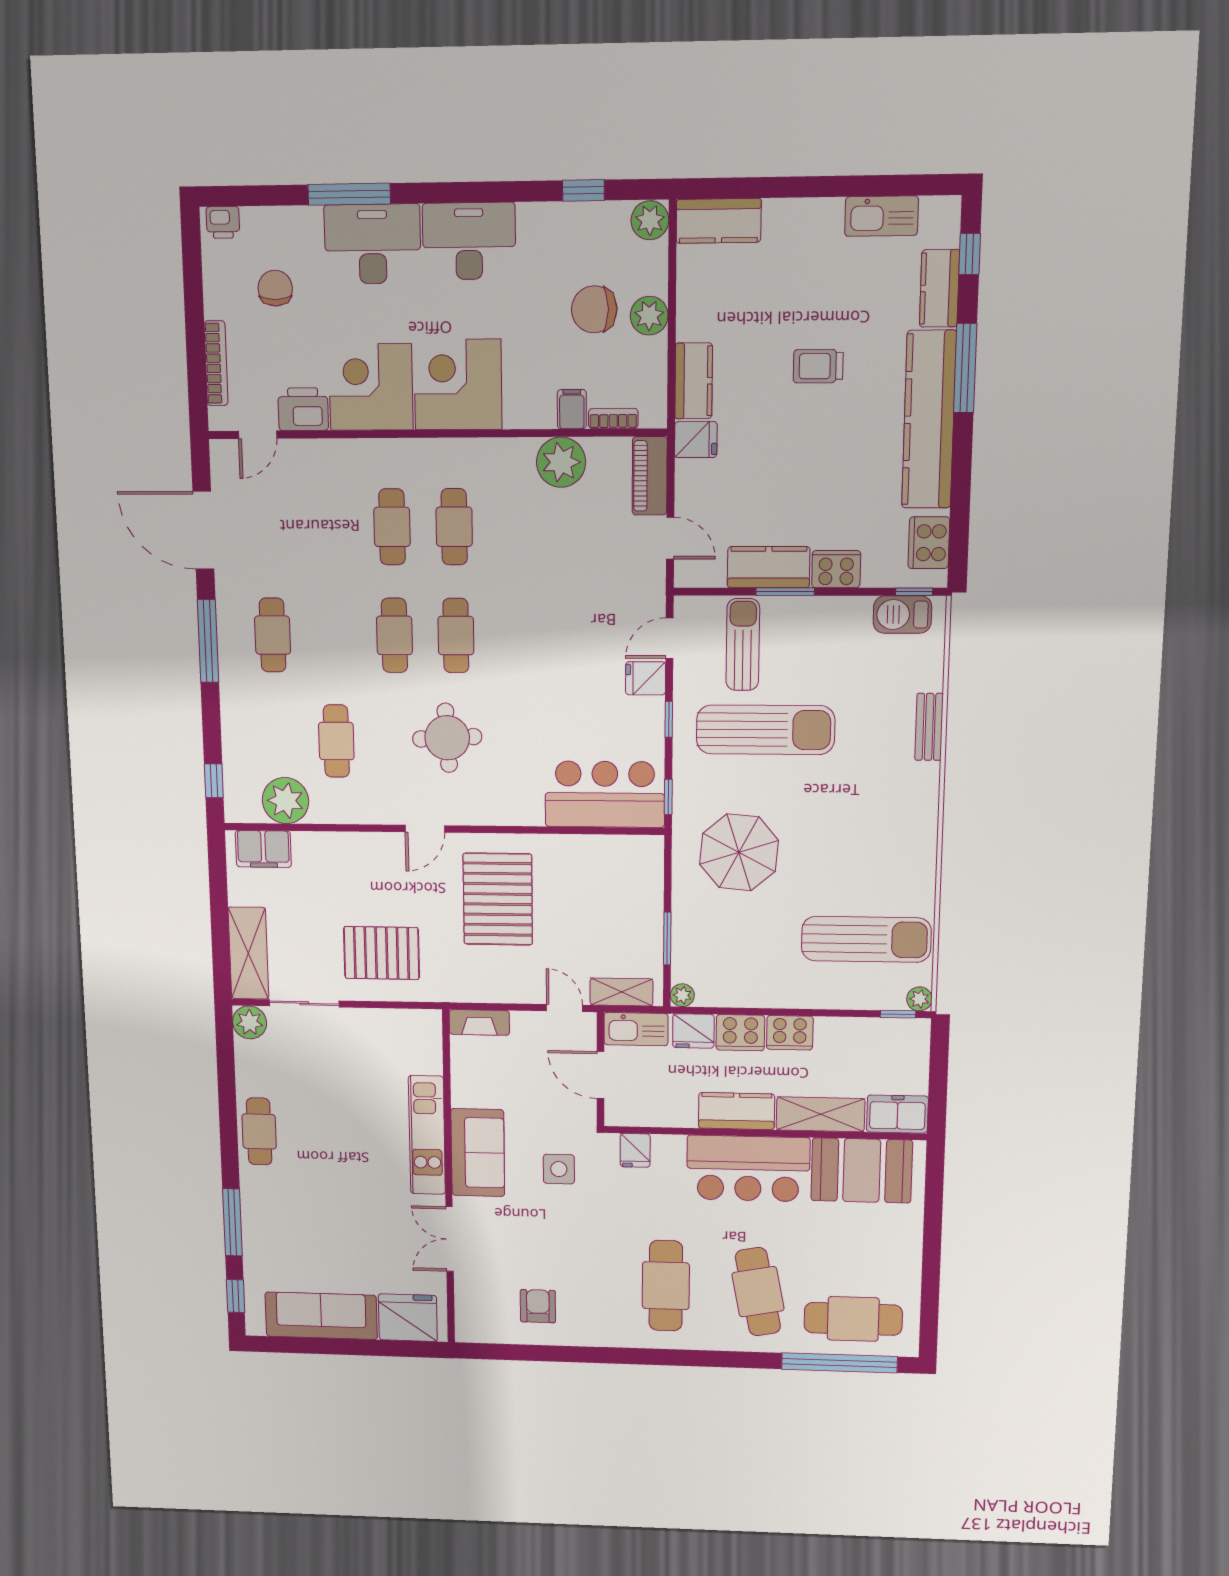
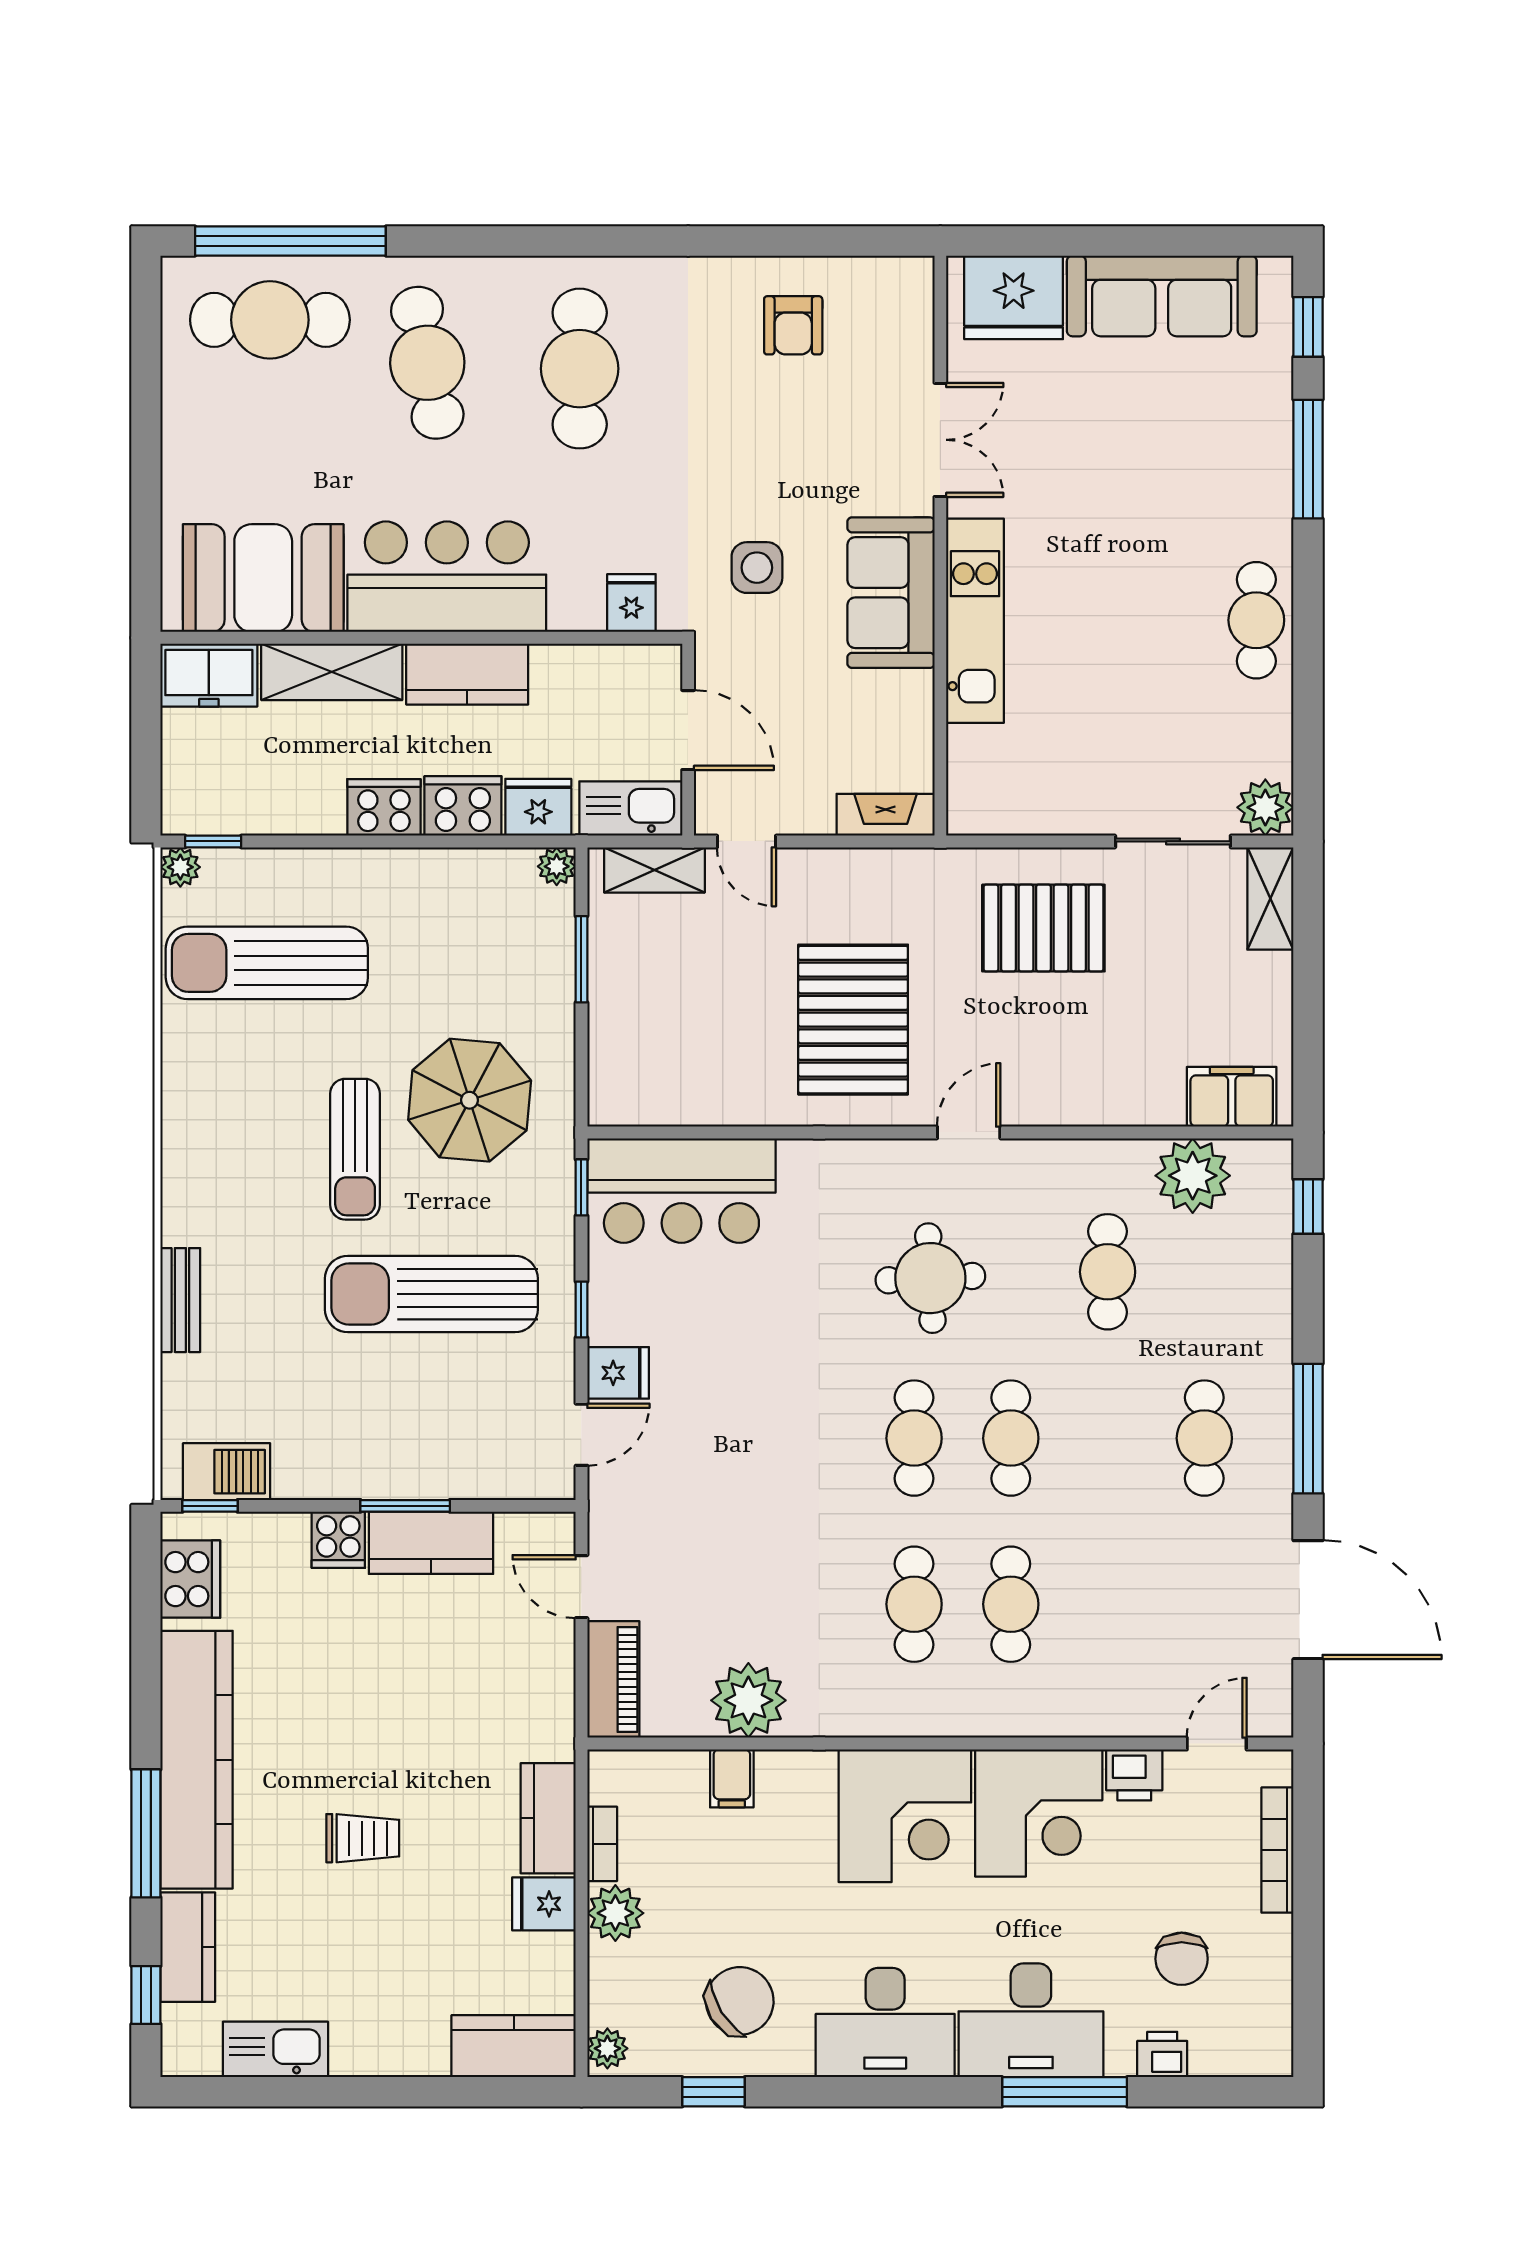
plant: (650, 220) -> (607, 2048), width x0.73, depth x0.73
printer: (223, 222) -> (1162, 2055), moved
chair: (594, 309) -> (740, 2001), moved, turned -32
printer: (303, 409) -> (1134, 1775), width x0.73, depth x0.81
bookcase: (613, 419) -> (602, 1844), moved, turned -90
fridge: (696, 440) -> (544, 1904), moved
cooker: (836, 569) -> (338, 1540), width x0.73
sun lounger: (743, 645) -> (355, 1149), moved
shelving: (248, 953) -> (1270, 898), width x0.67, depth x0.75

